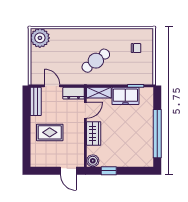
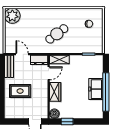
freezer: (125, 96) -> (96, 89), moved, turned 90

